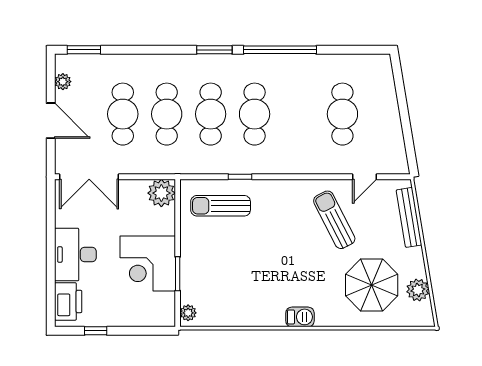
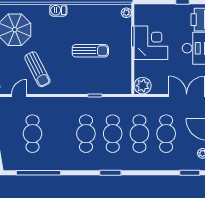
window: (280, 50) -> (39, 173), moved
sun lounger: (221, 206) -> (90, 51), moved

